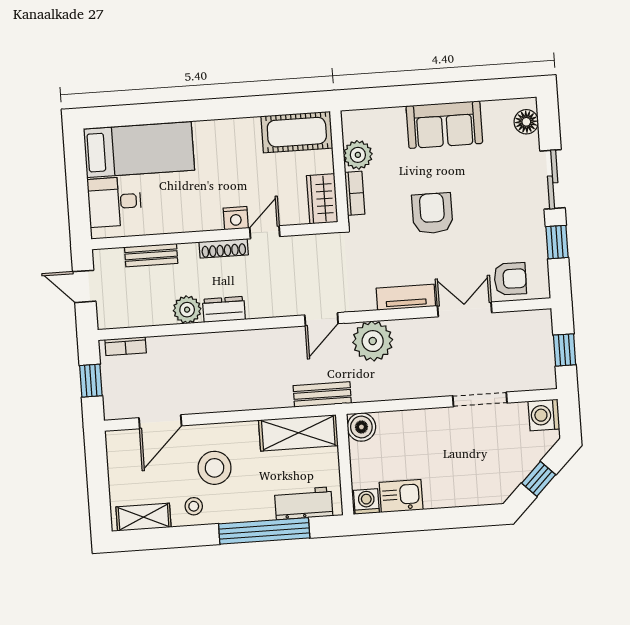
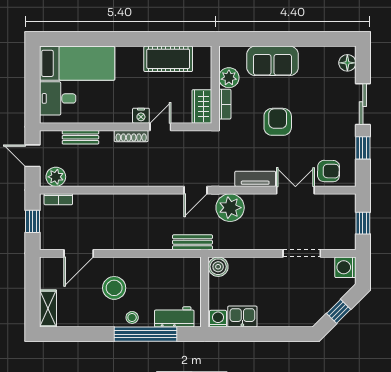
sofa: (444, 125) -> (273, 61), moved
cot: (297, 132) -> (168, 59), moved
dresser: (224, 309) -> (128, 178), removed
plant: (187, 310) -> (56, 177), moved
shelving: (298, 433) -> (174, 268), removed
stool: (194, 506) -> (132, 317), moved
shelving: (144, 517) -> (48, 308), moved, turned 90

